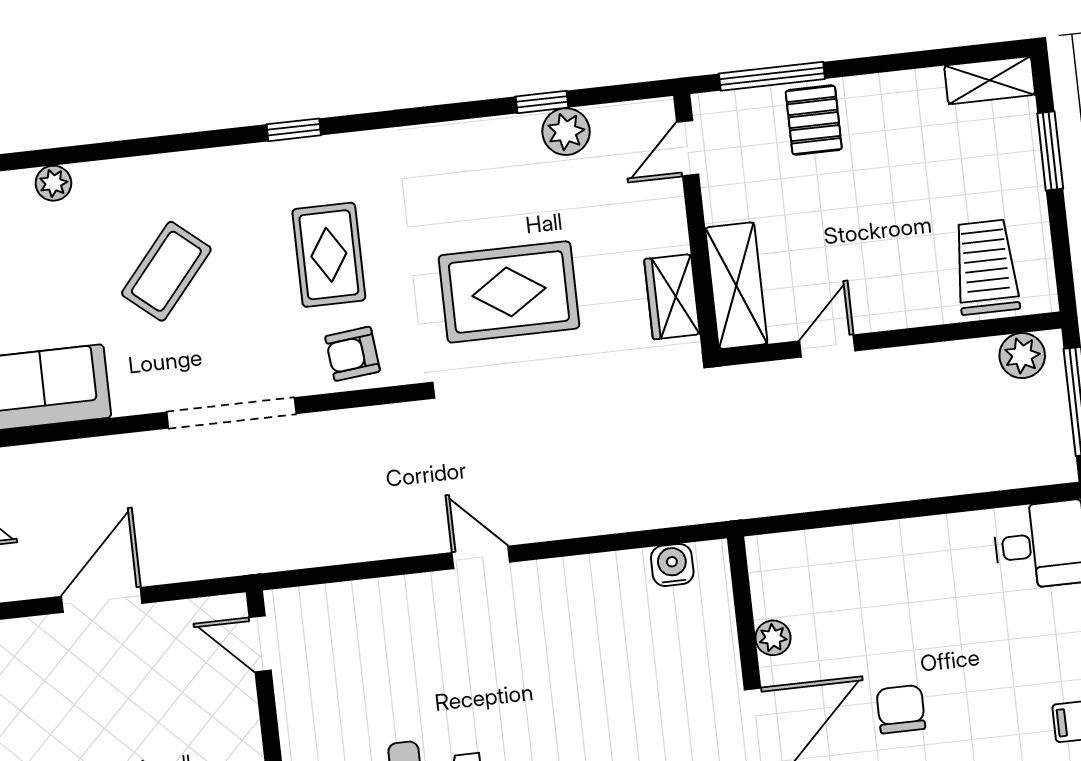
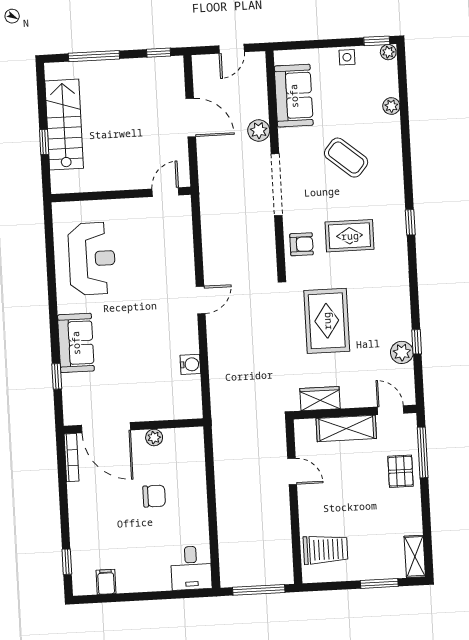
pallet: (814, 120) -> (401, 471), turned 90
shelving: (736, 286) -> (346, 428), moved
armchair: (353, 354) -> (302, 244), turned 96
plant: (1022, 356) -> (259, 130), moved
water cooler: (672, 565) -> (190, 364), moved
chair: (901, 709) -> (154, 496), moved

